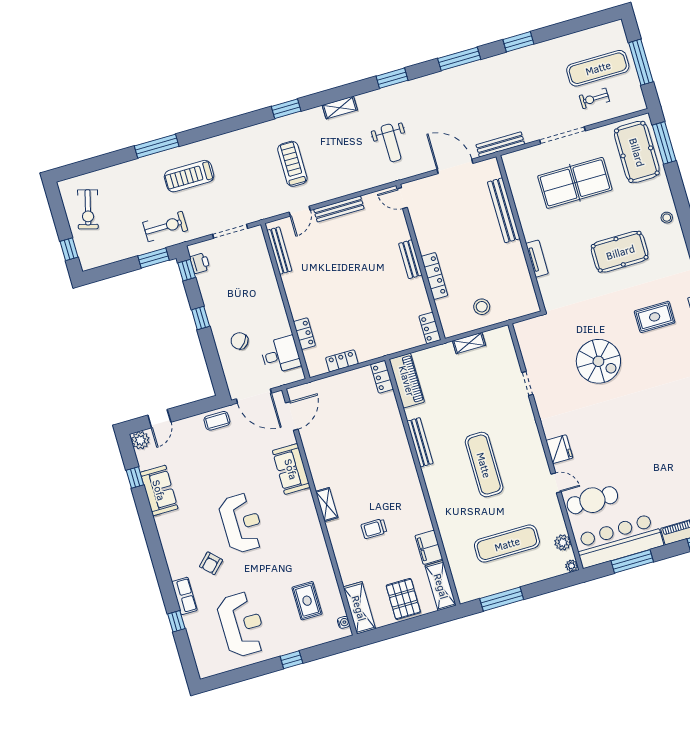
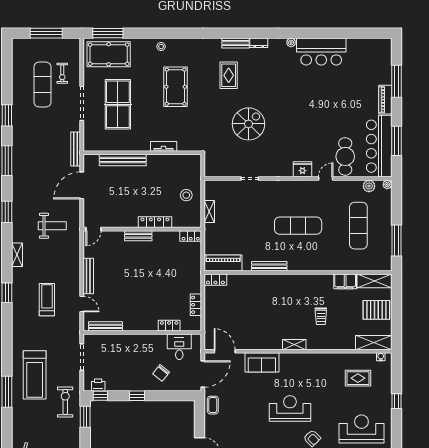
exercise mat: (598, 68) -> (43, 85), moved
treadmill: (292, 164) -> (47, 300), turned 90
treadmill: (189, 176) -> (35, 375), width x1.37, depth x1.38

